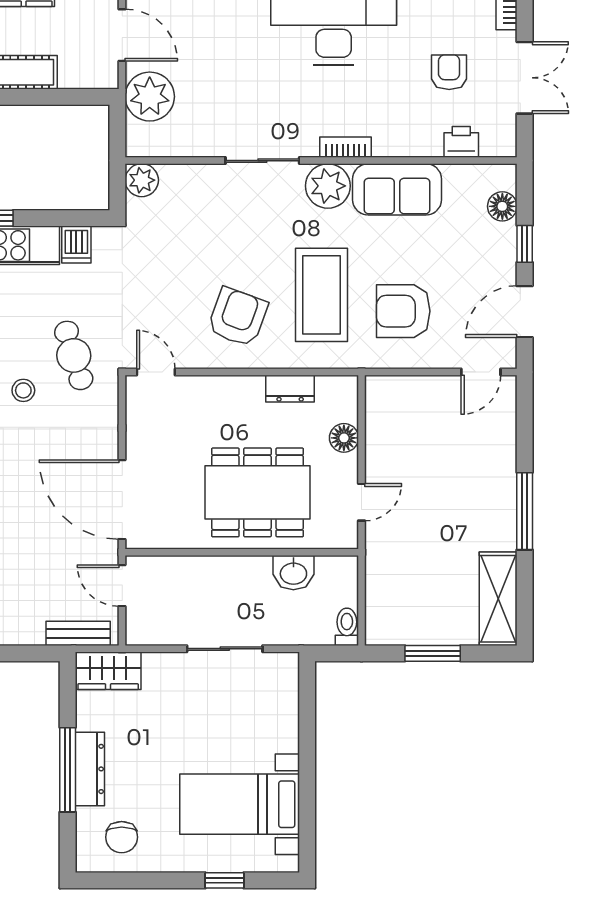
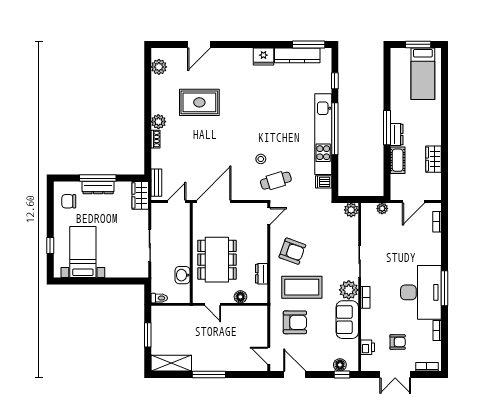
plant: (150, 97) -> (382, 208), width x0.53, depth x0.53
window: (525, 244) -> (342, 375), moved
armchair: (403, 311) -> (295, 322), turned 90

